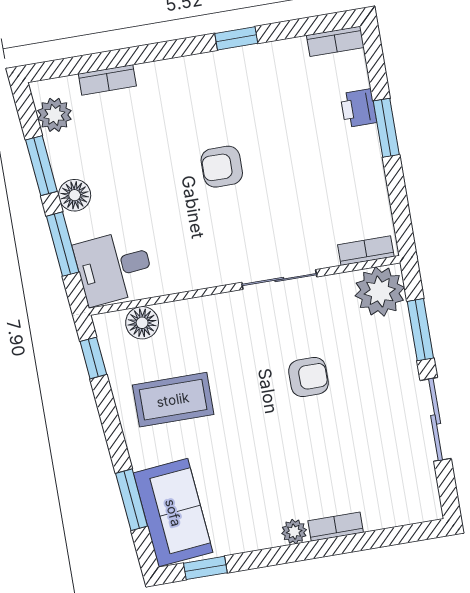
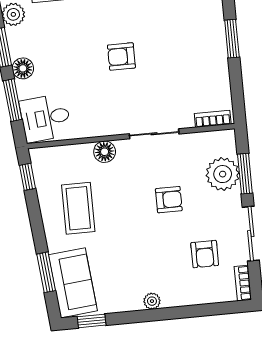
printer: (358, 108) -> (214, 24), removed
plant: (380, 292) -> (223, 174), moved
floor lamp: (142, 323) -> (105, 152), moved
coffee table: (173, 400) -> (78, 208), turned 90
armchair: (368, 455) -> (205, 254), added
bookcase: (336, 527) -> (243, 283), moved, turned -90

